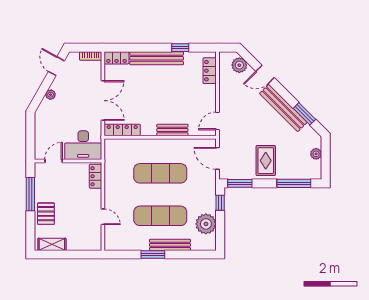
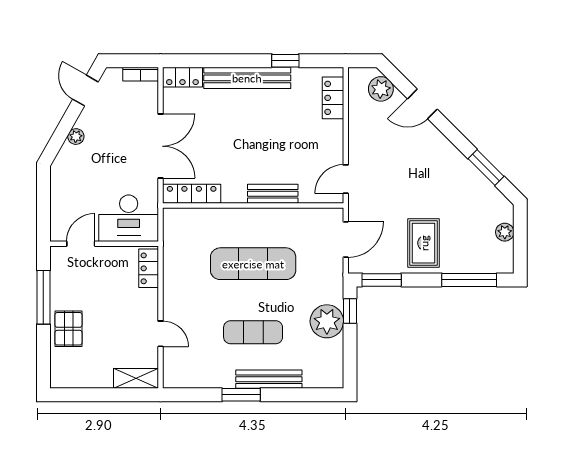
bench: (283, 108) -> (452, 158), removed
door: (218, 158) -> (346, 239), swing flipped
exercise mat: (160, 216) -> (253, 332), width x0.73, depth x0.69
plant: (206, 224) -> (327, 321), moved
shelving: (52, 244) -> (136, 378), moved

